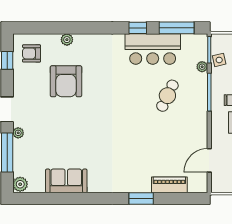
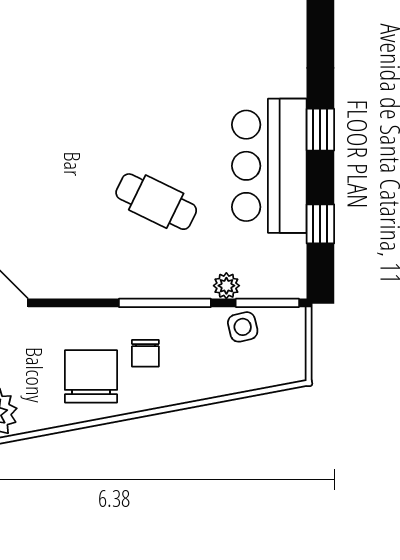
window: (177, 28) -> (320, 224), width x0.46

